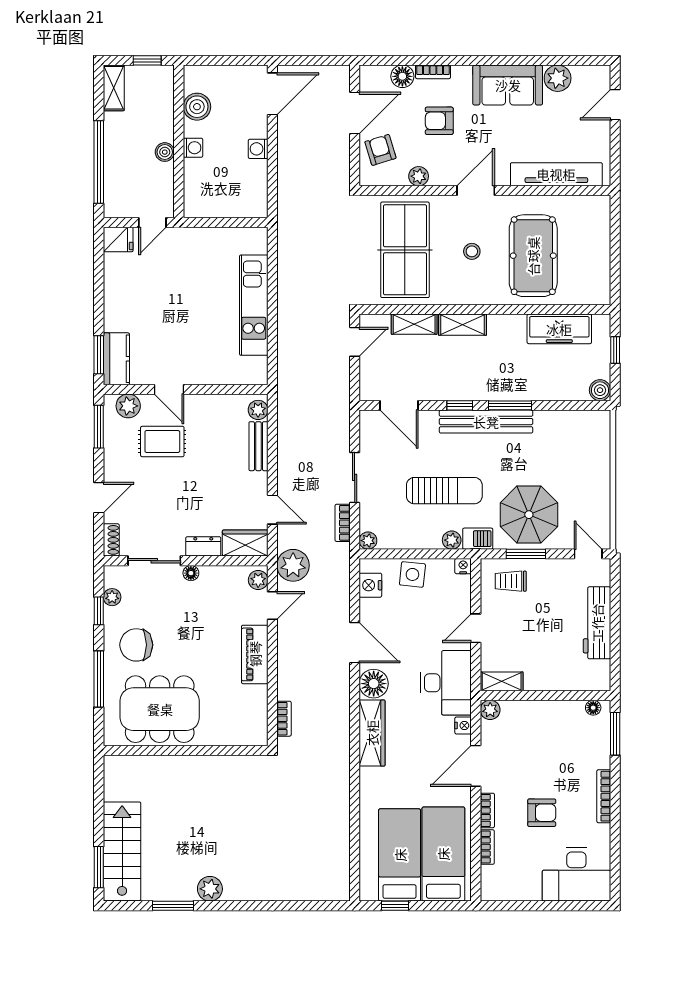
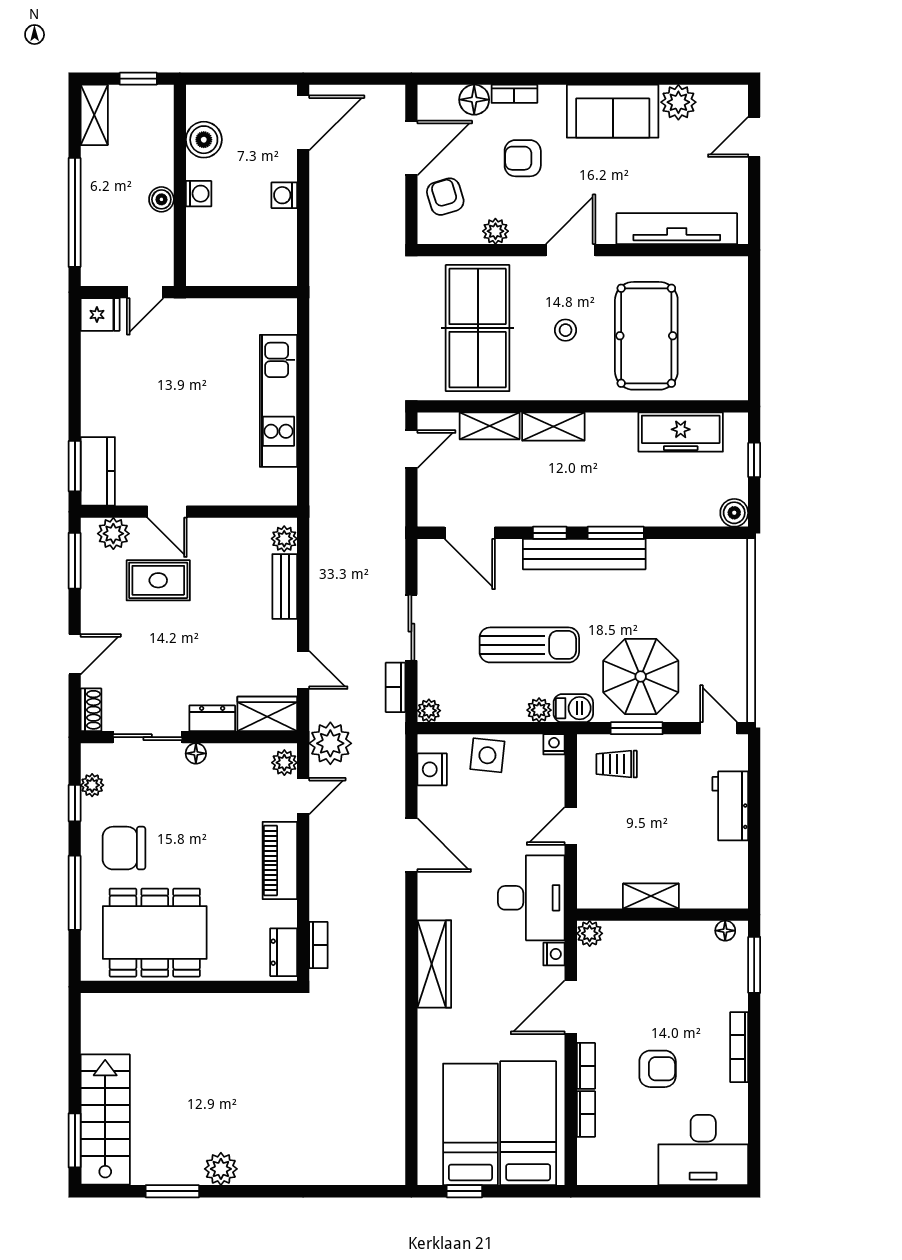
workbench: (597, 623) -> (730, 806), width x0.73
shelving: (502, 681) -> (651, 896), moved
floor lamp: (374, 684) -> (436, 899), removed
dresser: (258, 724) -> (284, 952), added

